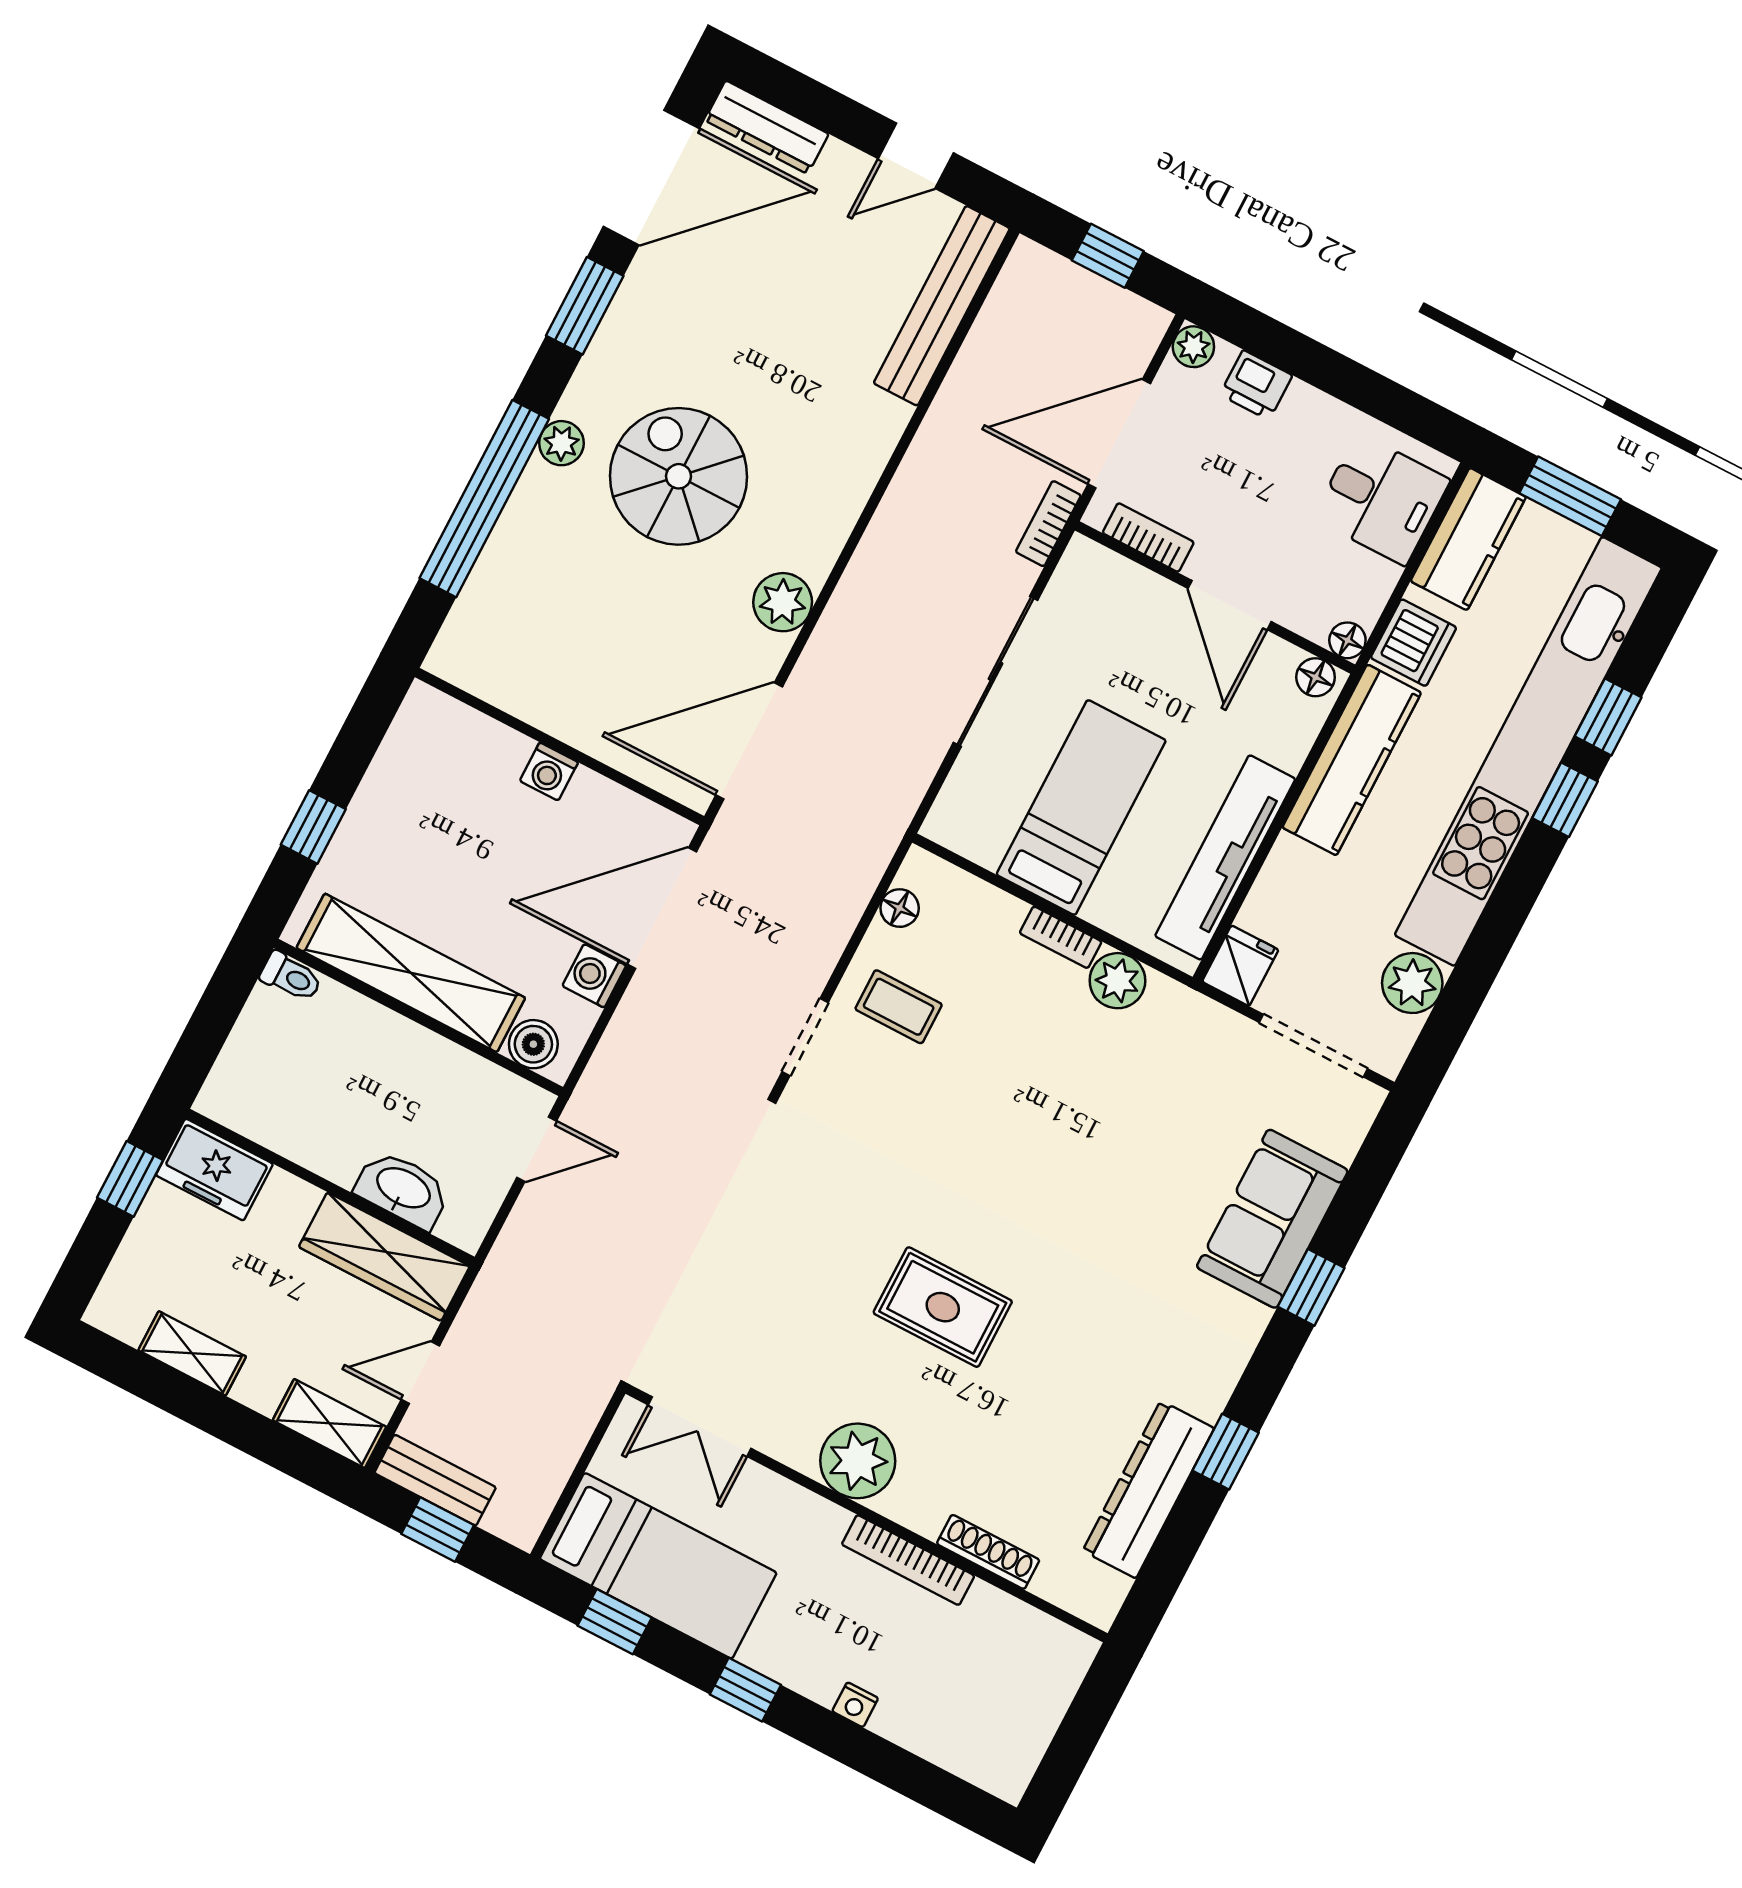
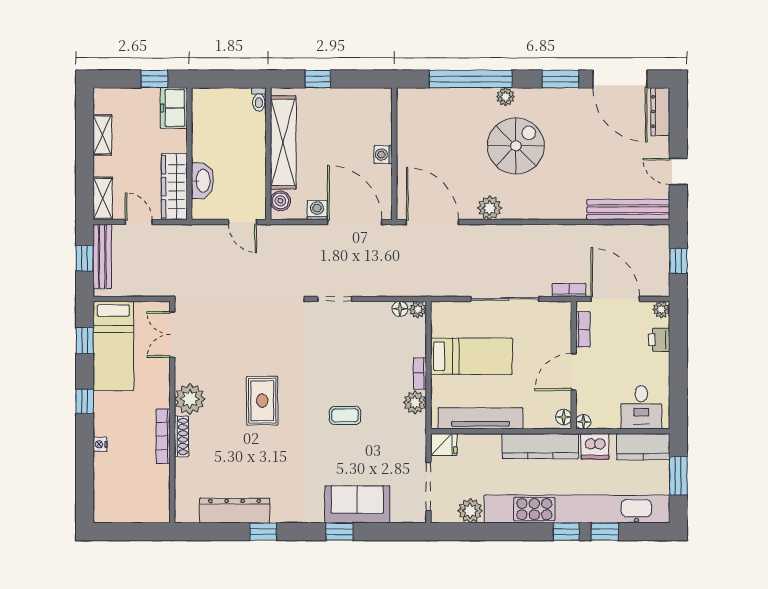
plant: (921, 870) -> (418, 309), added
coffee table: (899, 1007) -> (345, 415), moved, turned 90
bench: (435, 1480) -> (102, 257), width x1.36
shoe rack: (988, 1552) -> (181, 436), moved

